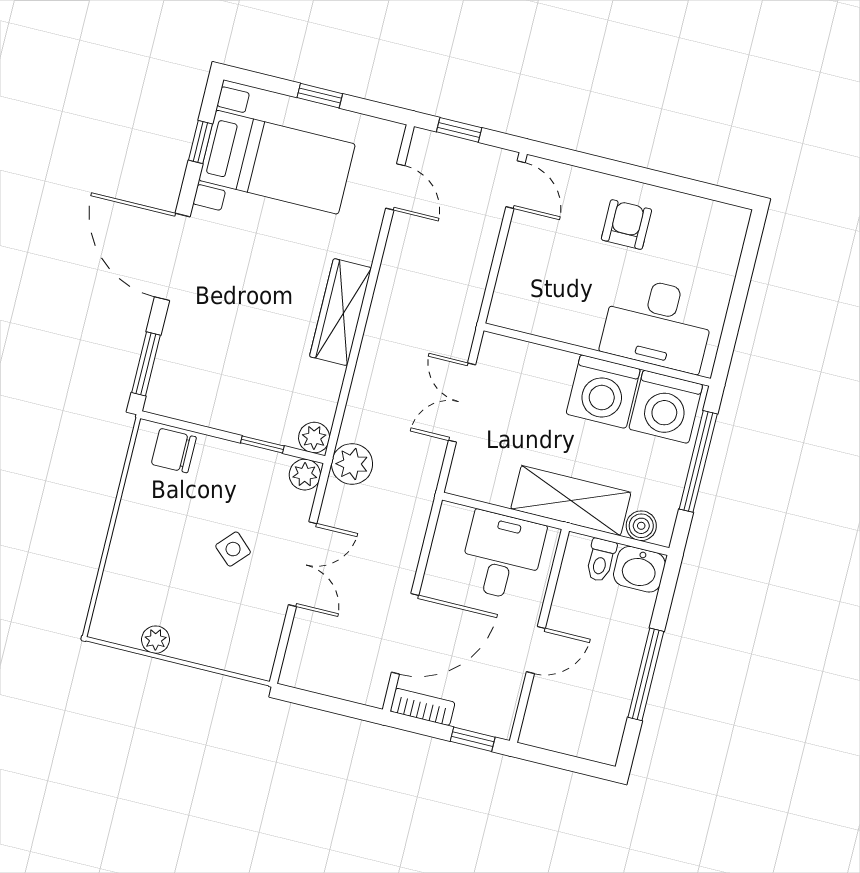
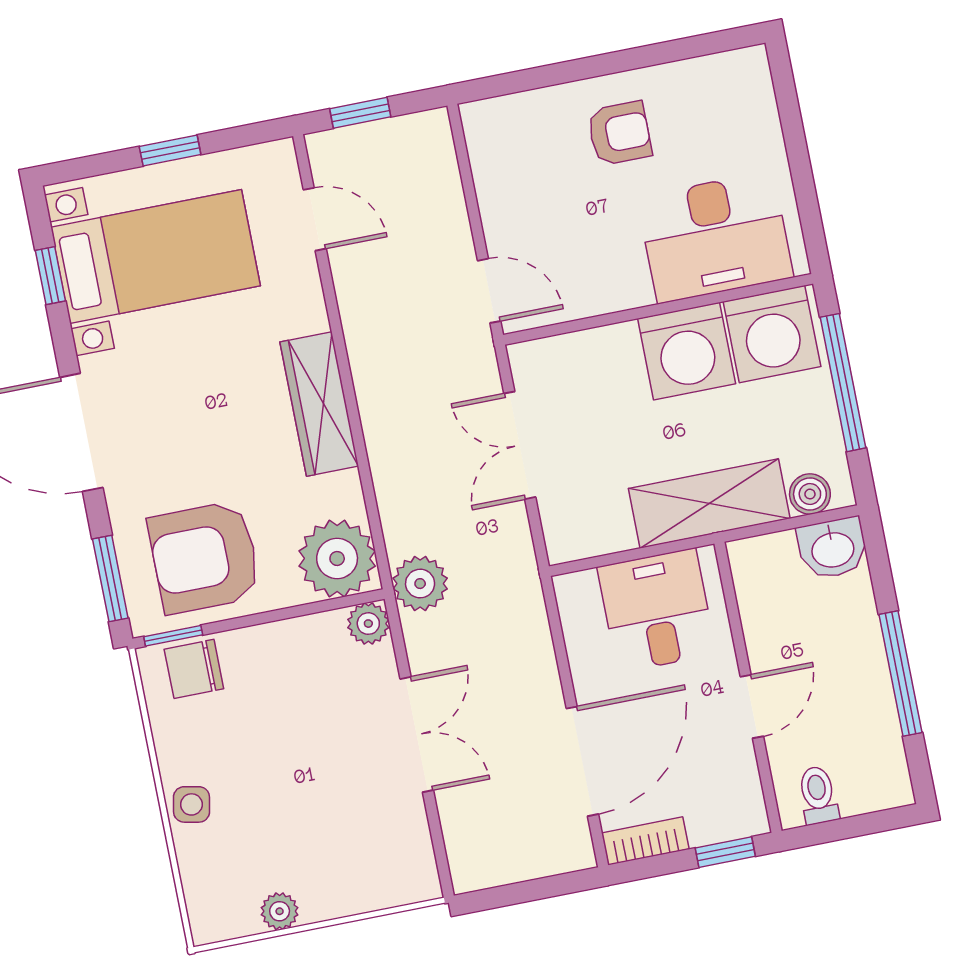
door: (516, 185) -> (489, 291), moved
armchair: (626, 225) -> (620, 133), turned 90
armchair: (216, 379) -> (204, 557), added
plant: (314, 438) -> (337, 559), width x1.88, depth x1.88
window: (262, 444) -> (173, 636), moved
side table: (233, 549) -> (191, 804), moved, turned -32
toilet: (601, 560) -> (818, 795), moved, turned 180

